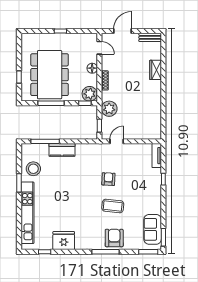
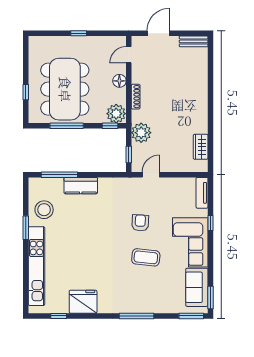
door: (99, 48) -> (129, 55), swing flipped
wardrobe: (156, 70) -> (201, 147), moved
corner sofa: (147, 194) -> (190, 242), added
armchair: (114, 238) -> (148, 298), removed

